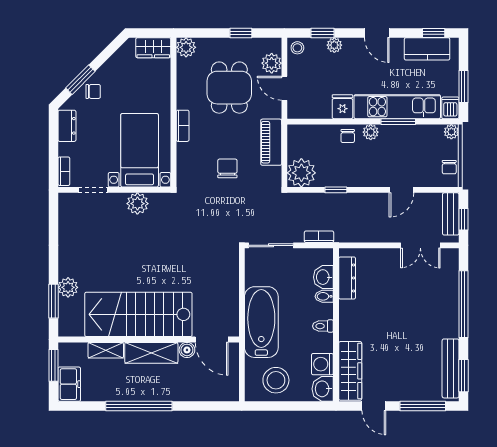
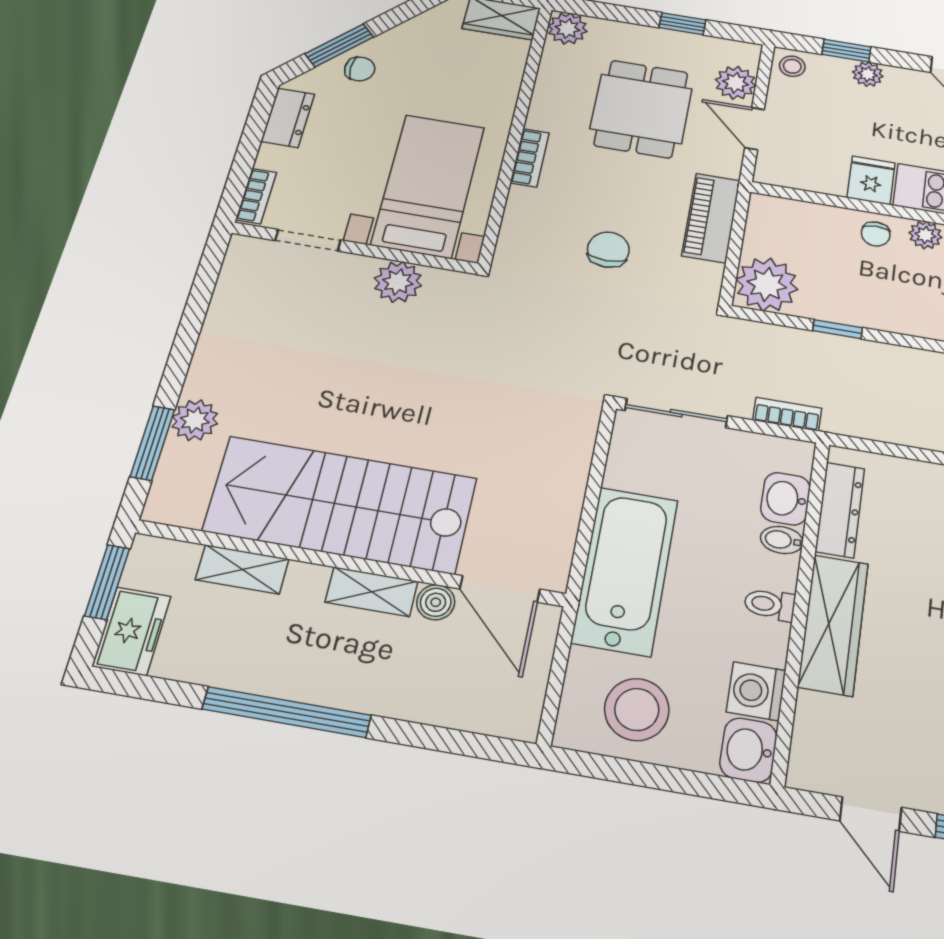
shelving: (151, 353) -> (372, 592), width x0.67, depth x0.75
wardrobe: (350, 371) -> (833, 625), moved

